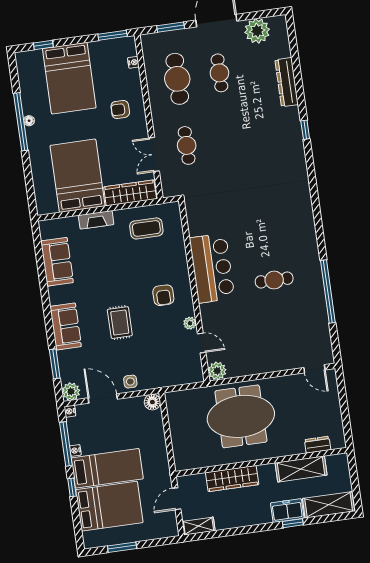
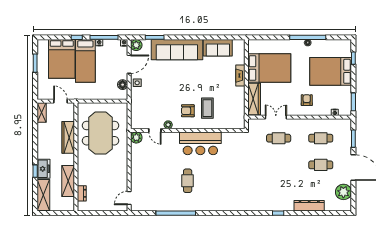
cafe table: (177, 79) -> (321, 138), width x0.73, depth x0.74
coffee table: (146, 228) -> (207, 108), moved
rug: (120, 323) -> (175, 81), removed
sofa: (66, 327) -> (177, 50), width x1.85, depth x1.27
door: (202, 343) -> (155, 130), hinge flipped
floor lamp: (152, 402) -> (123, 85), moved
meeting table: (241, 416) -> (100, 133), moved

